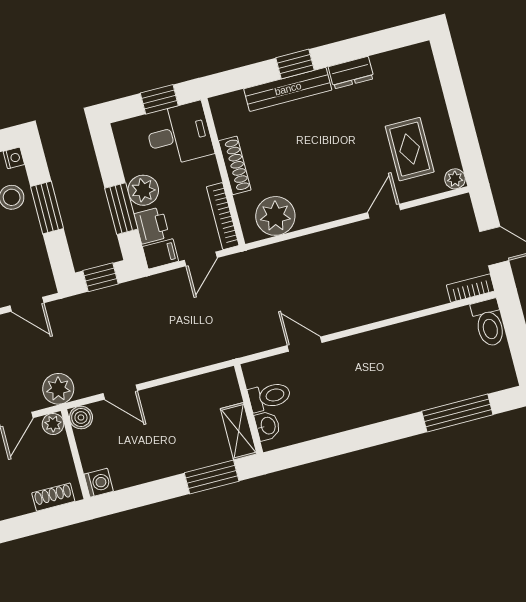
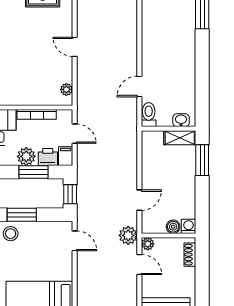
shoe rack: (235, 165) -> (26, 100), removed
door: (384, 211) -> (75, 47), moved
bookcase: (223, 216) -> (37, 114), moved
plant: (275, 216) -> (66, 89), width x0.53, depth x0.53
door: (27, 304) -> (75, 241), hinge flipped
toilet: (269, 396) -> (149, 115), moved
boiler: (81, 417) -> (173, 227), moved

